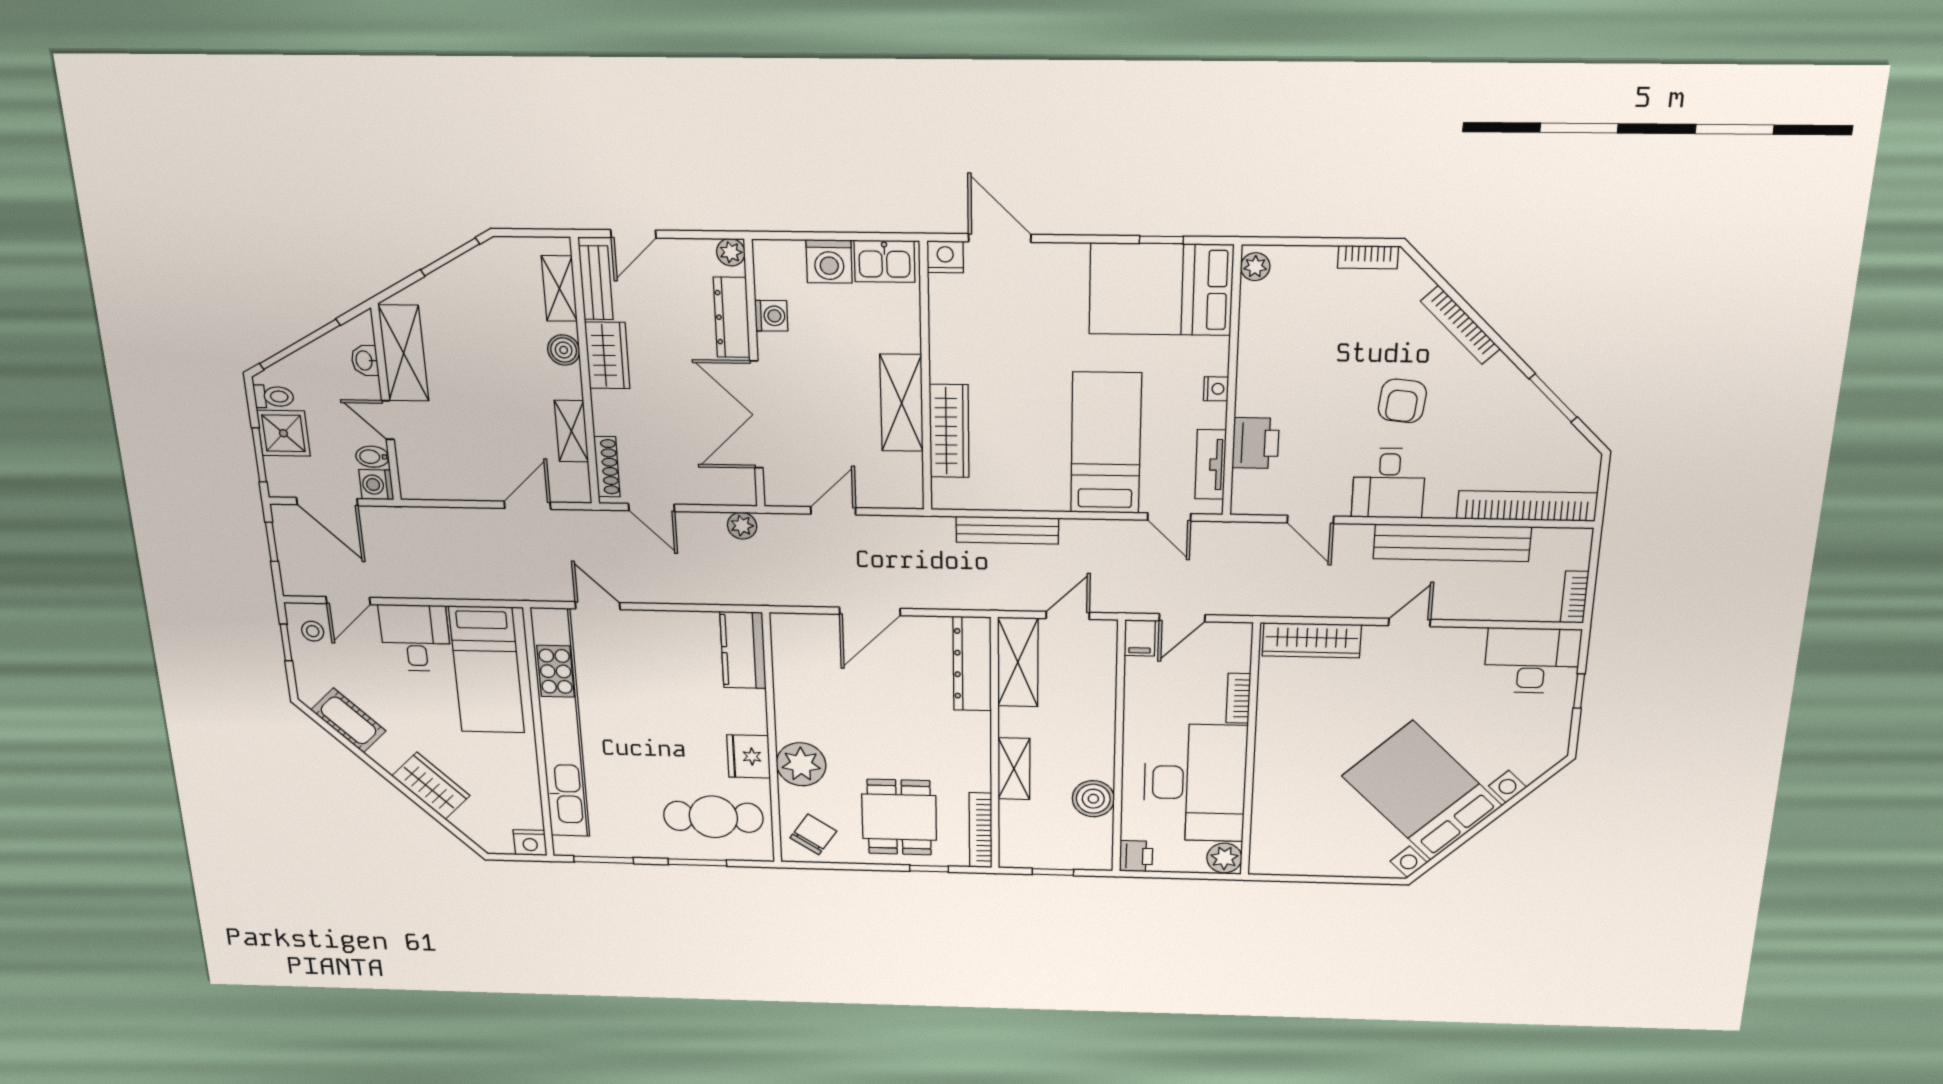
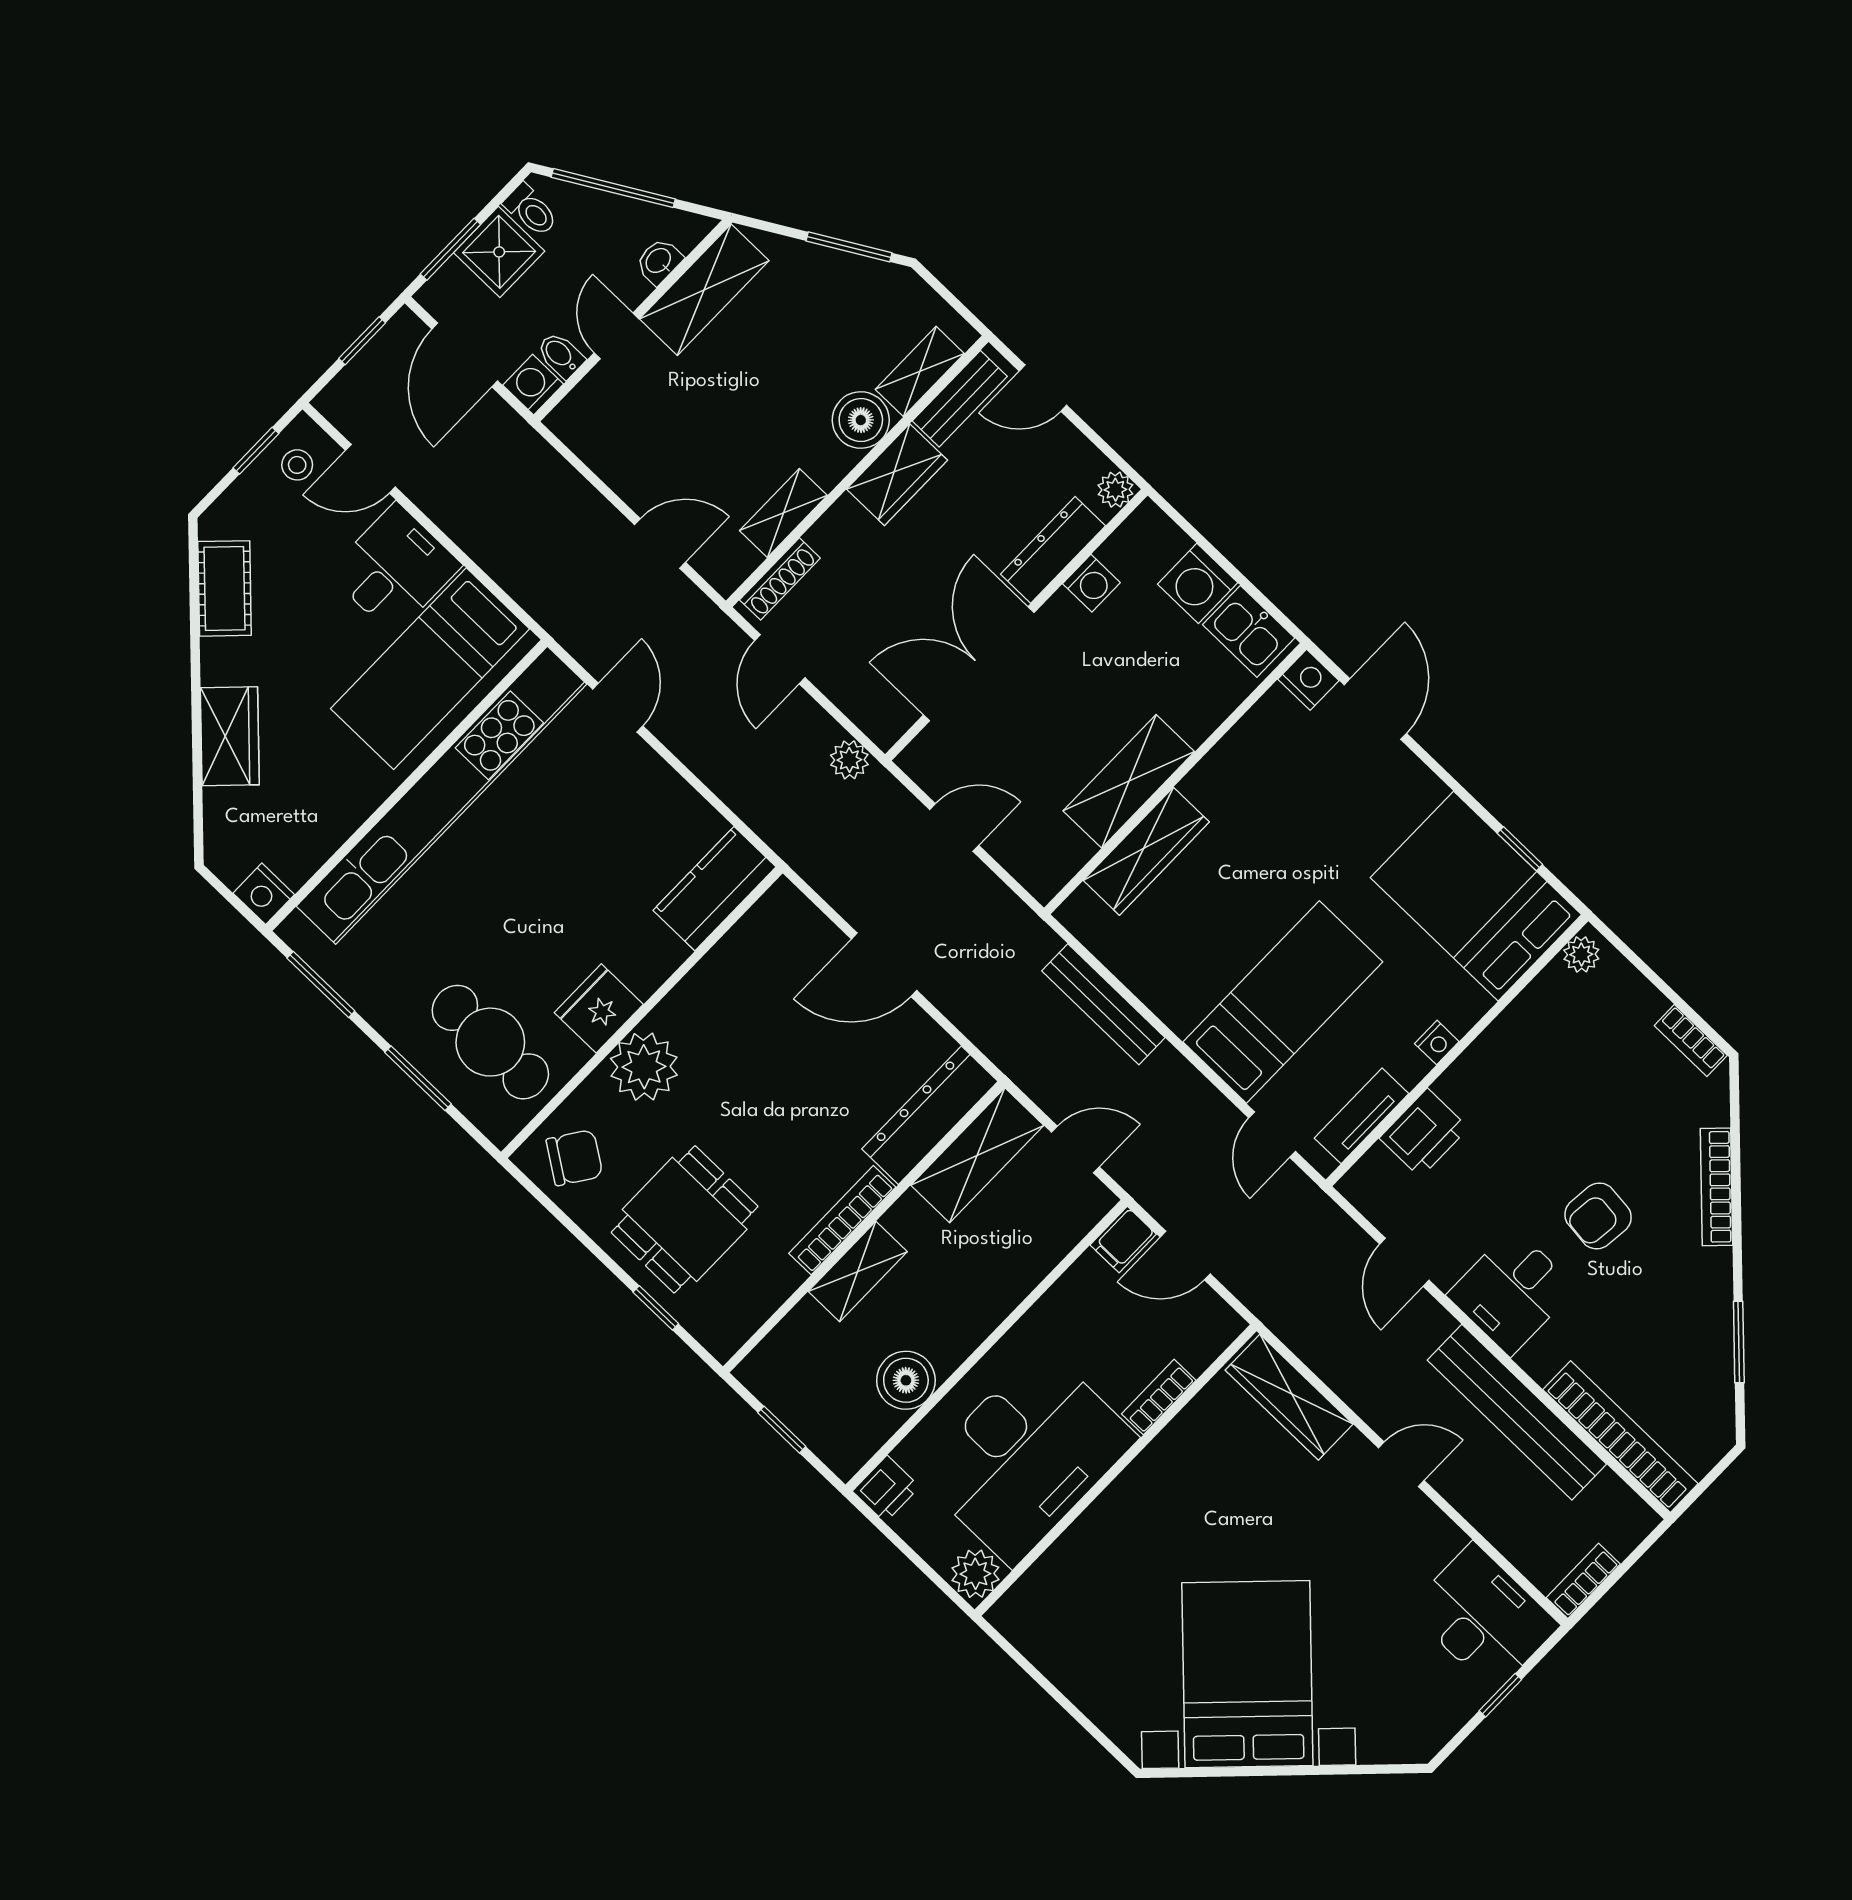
boiler: (564, 350) -> (861, 420), width x1.36, depth x1.36
bookcase: (981, 830) -> (842, 1220), moved

